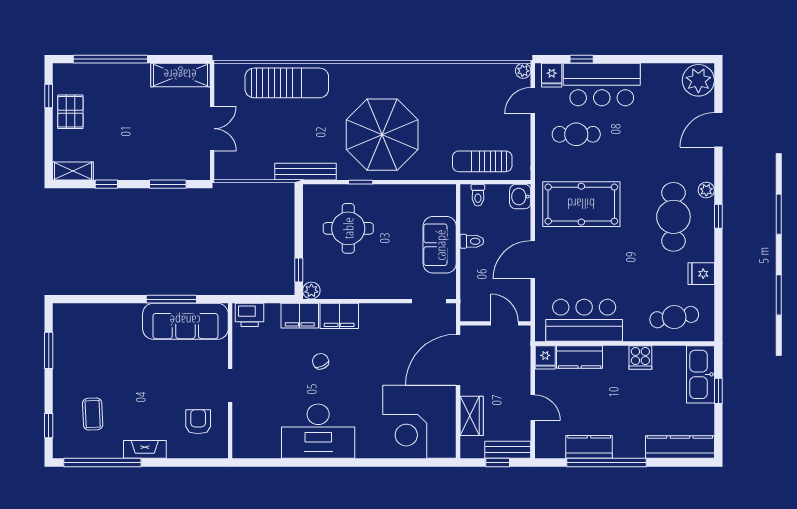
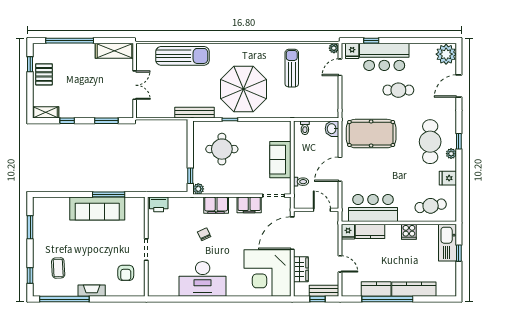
cafe table: (576, 134) -> (398, 90), moved
sun lounger: (482, 161) -> (292, 68), moved, turned 90
plant: (706, 190) -> (451, 154), moved
toilet: (472, 241) -> (301, 182), moved
filing cabinet: (300, 316) -> (249, 205), moved
sofa: (185, 321) -> (97, 209), moved
armchair: (198, 422) -> (126, 273), turned 180
kitchen counter: (680, 447) -> (414, 289), moved

